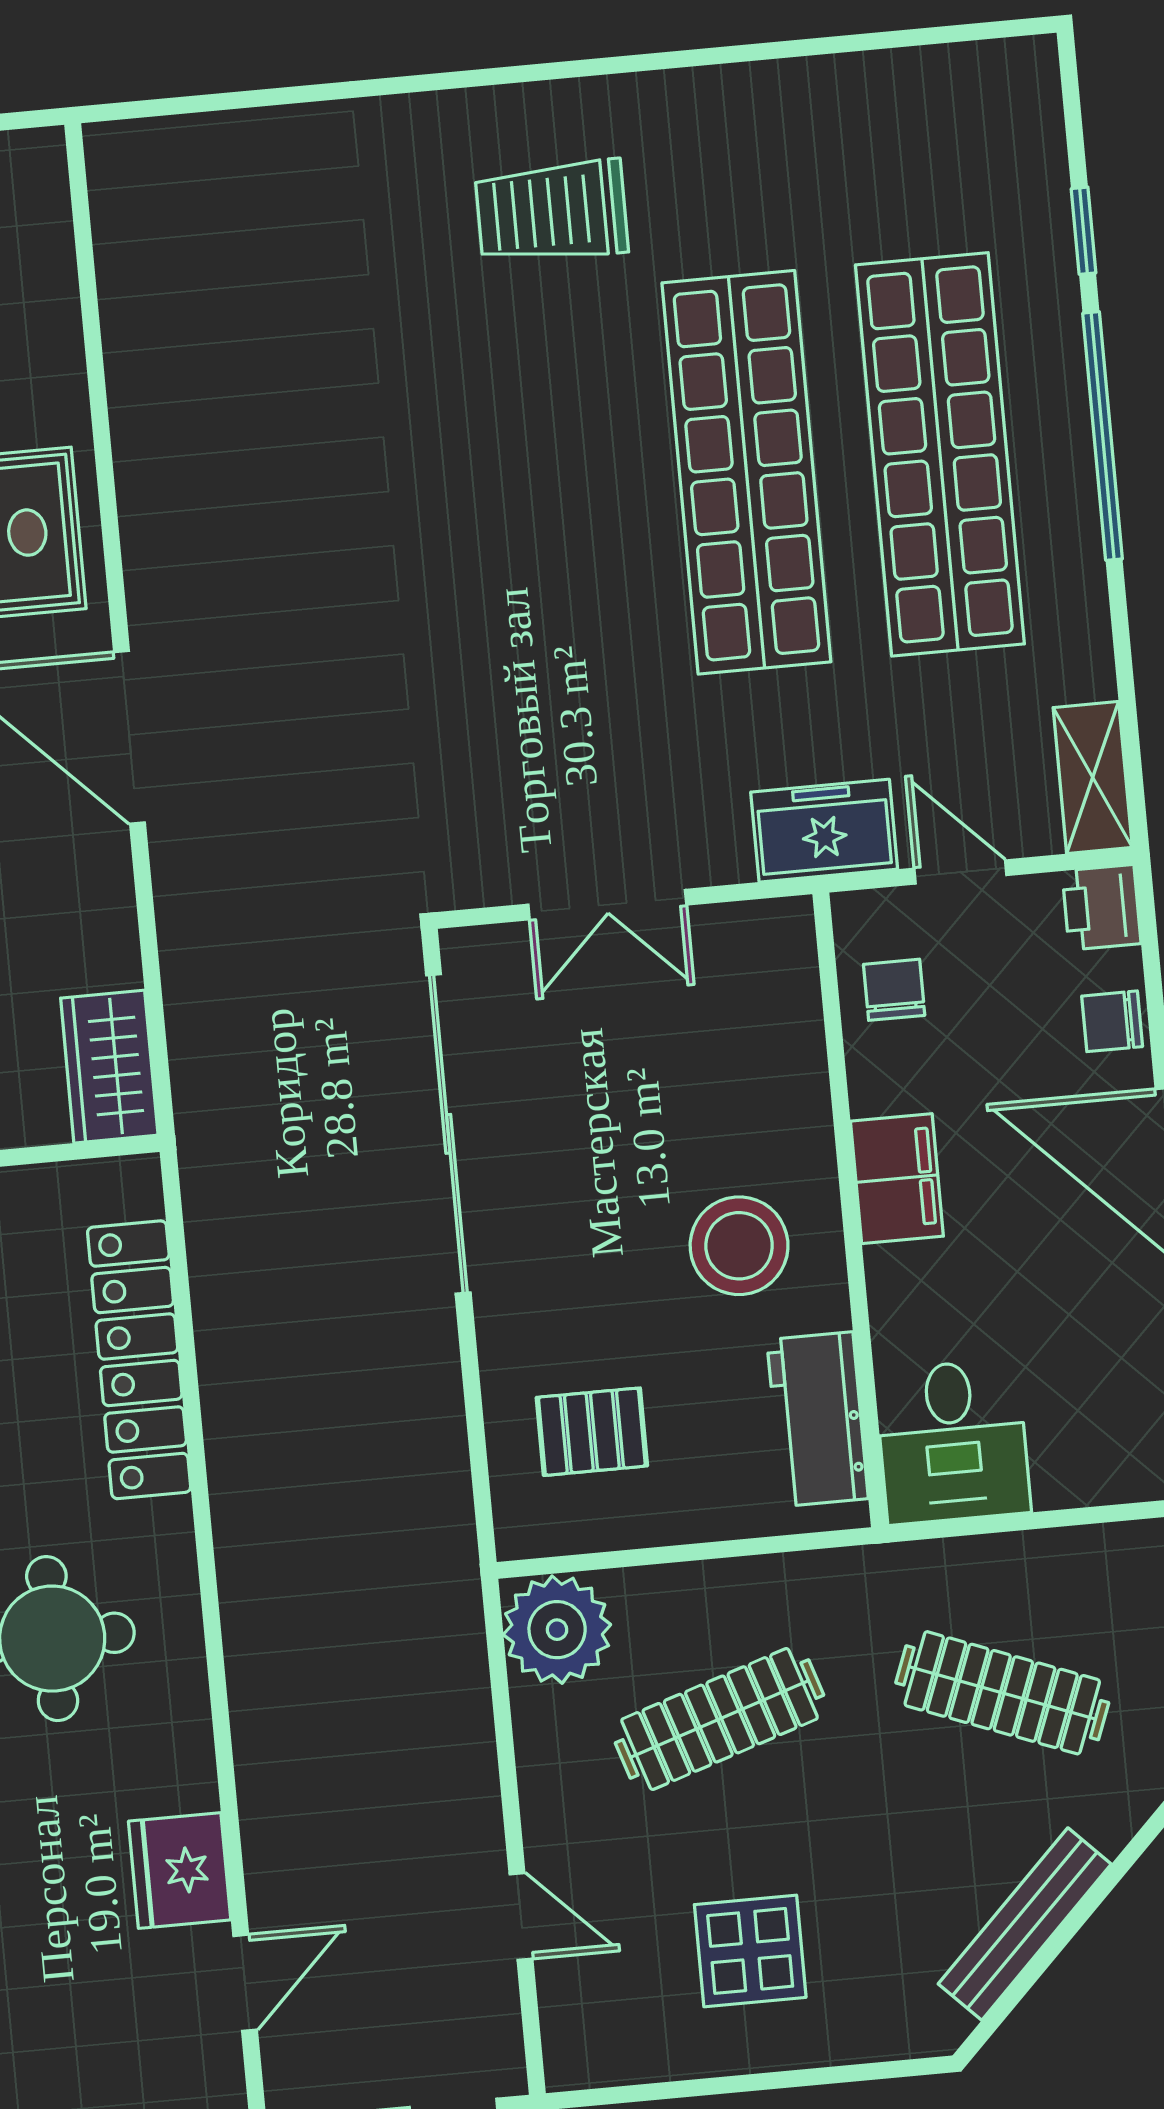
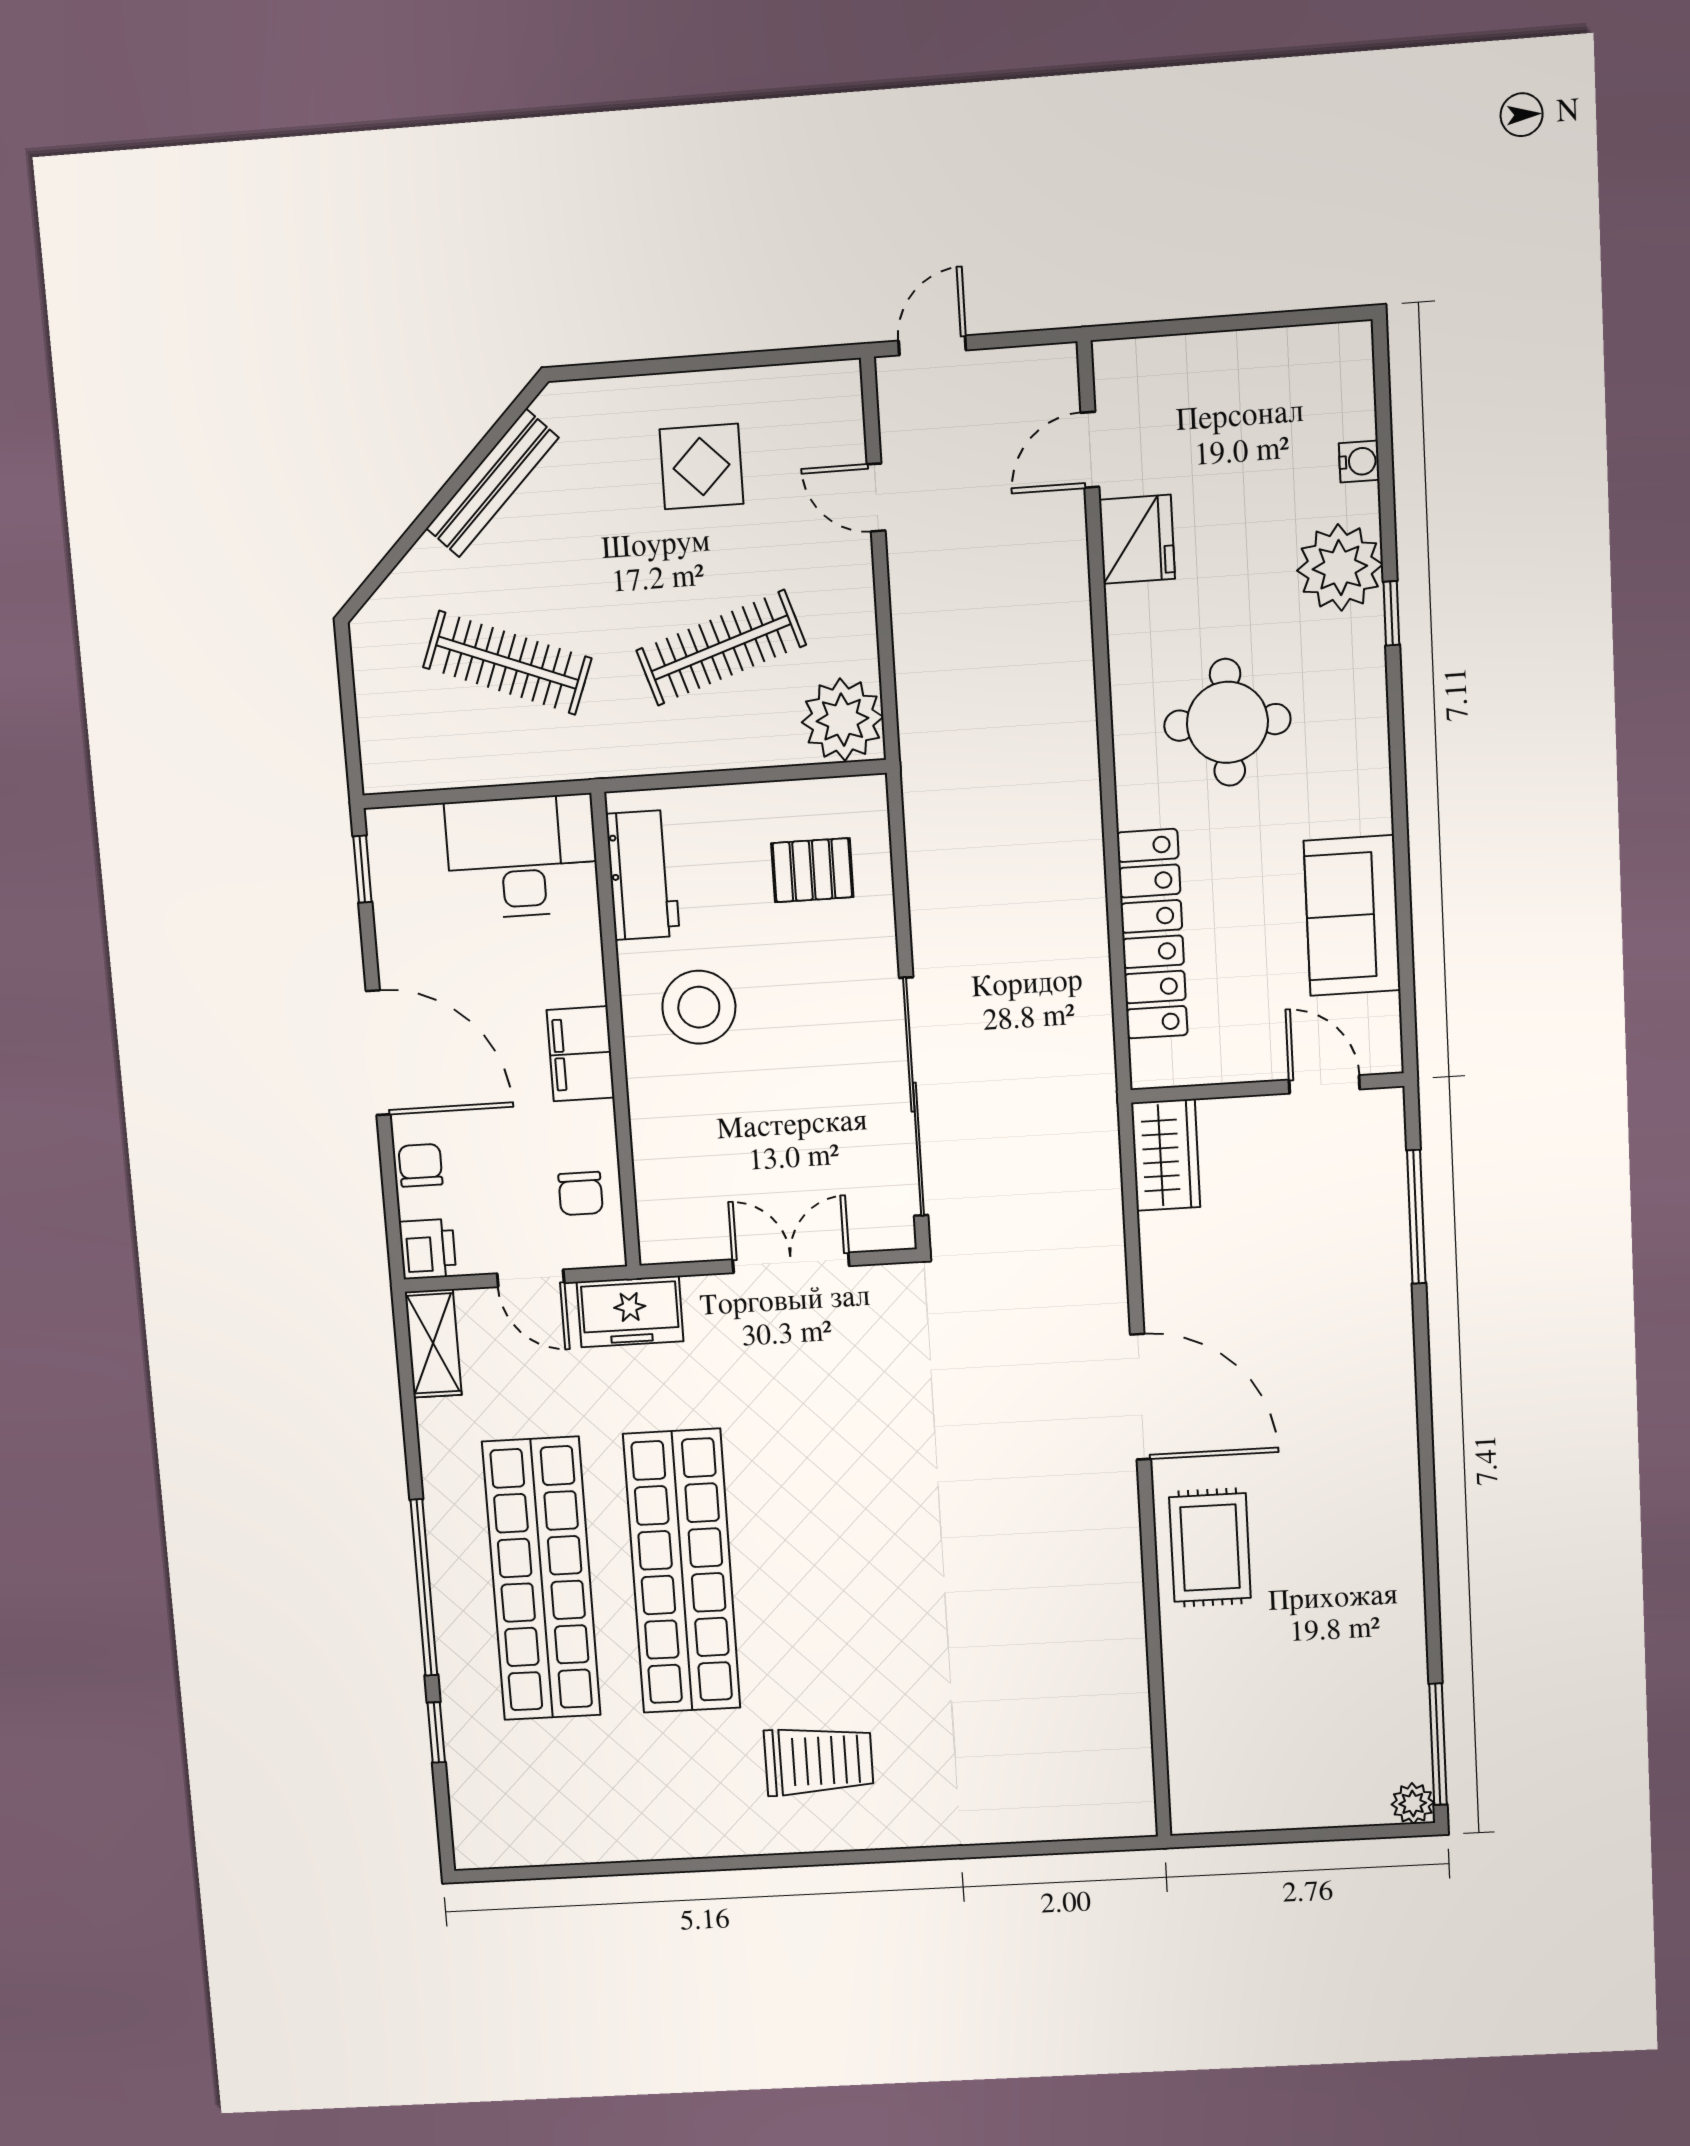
chair: (1112, 1021) -> (420, 1165), turned -90
desk: (953, 1442) -> (522, 857), width x1.37

